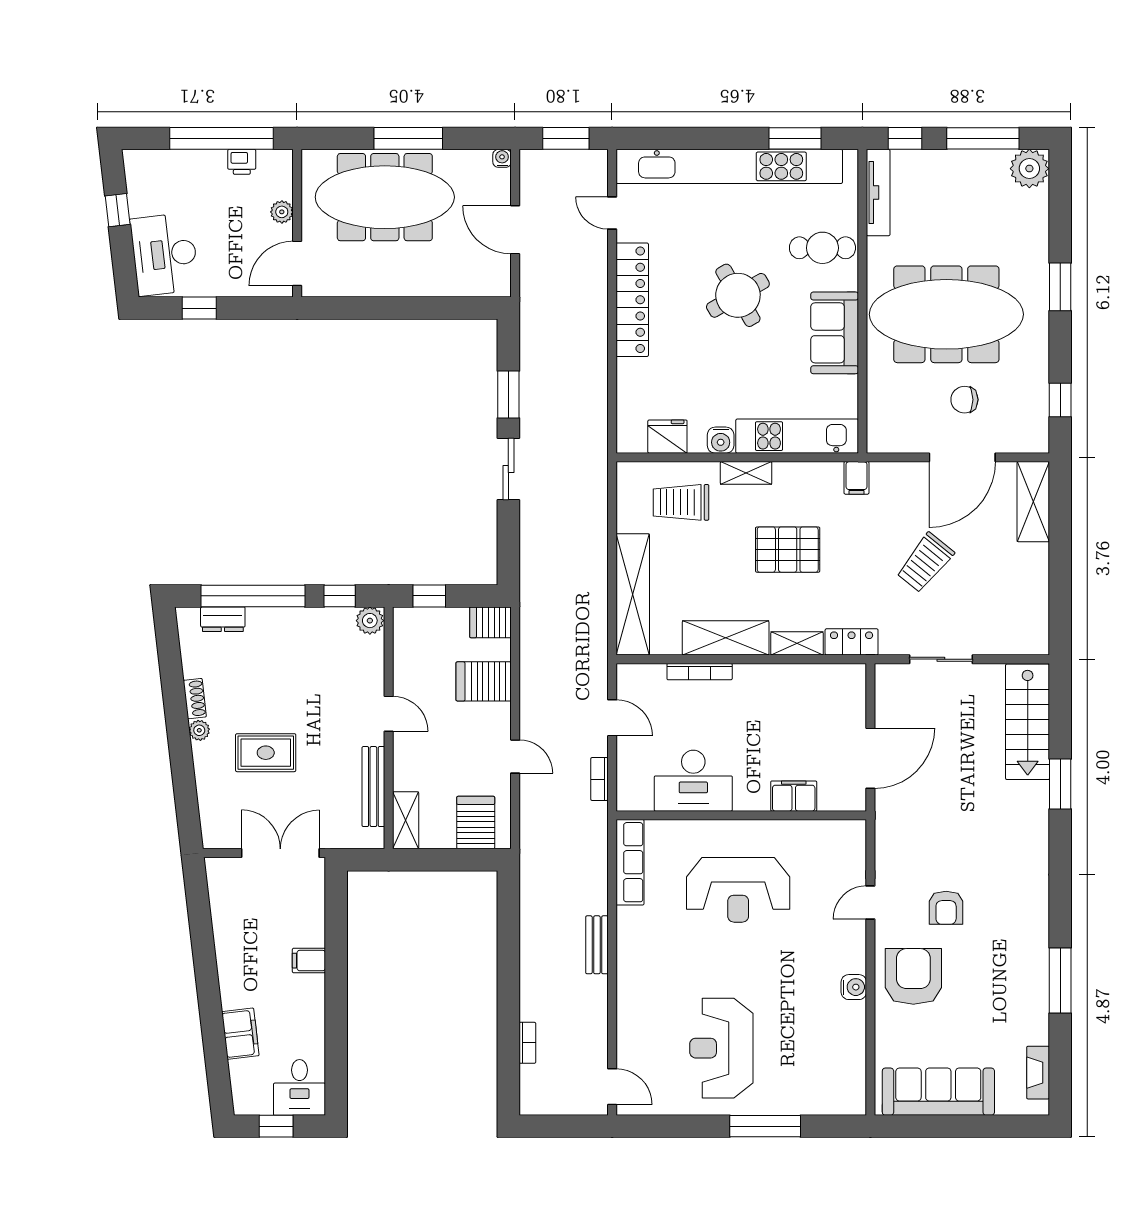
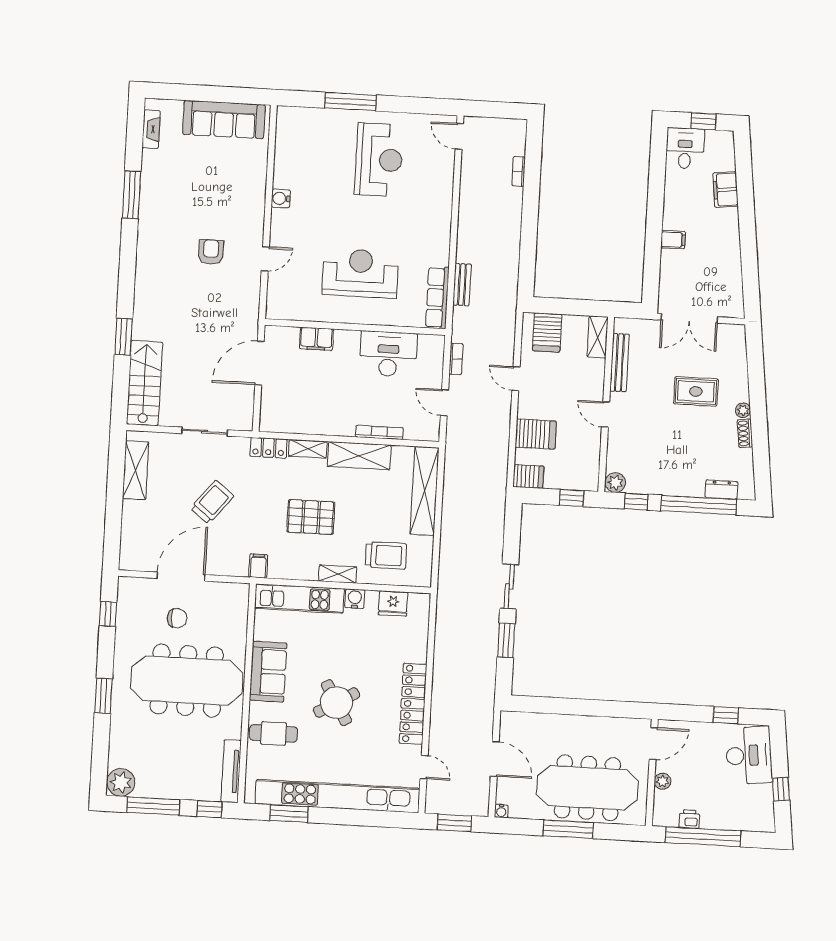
shelving: (1033, 502) -> (136, 470), moved
bench: (597, 945) -> (462, 285), moved
armchair: (913, 976) -> (237, 204), removed

